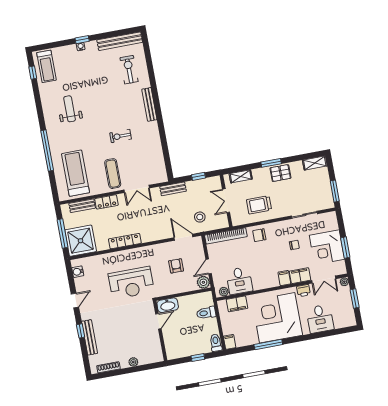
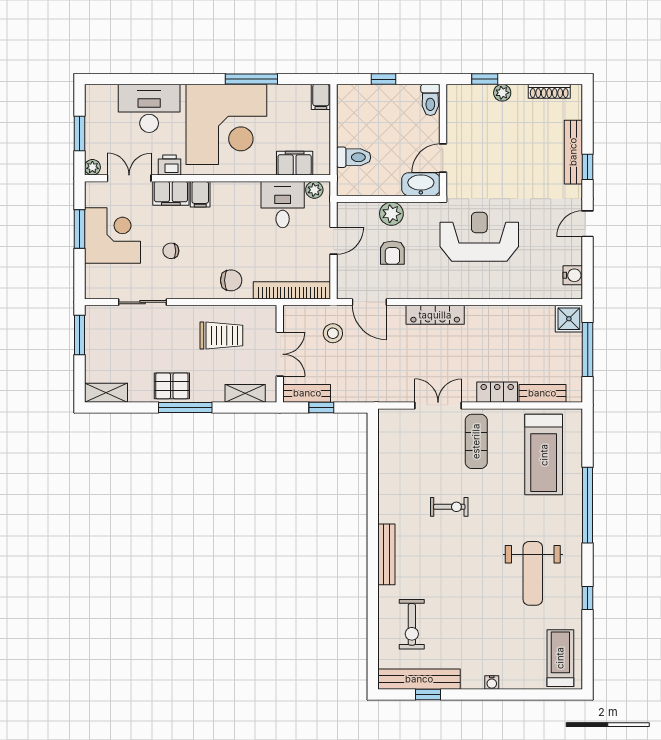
window: (82, 40) -> (428, 695), moved
window: (33, 73) -> (588, 598), moved
weight bench: (70, 109) -> (533, 573), width x1.36, depth x1.33
window: (271, 163) -> (185, 407), width x1.44
bench: (173, 189) -> (307, 393), moved
shower: (81, 241) -> (569, 319), width x0.54, depth x0.54
locker: (125, 241) -> (435, 315), moved
plant: (203, 282) -> (391, 214), moved
desk: (320, 319) -> (149, 108), width x1.37
toilet: (216, 343) -> (430, 100), moved
window: (144, 367) -> (485, 79), added

